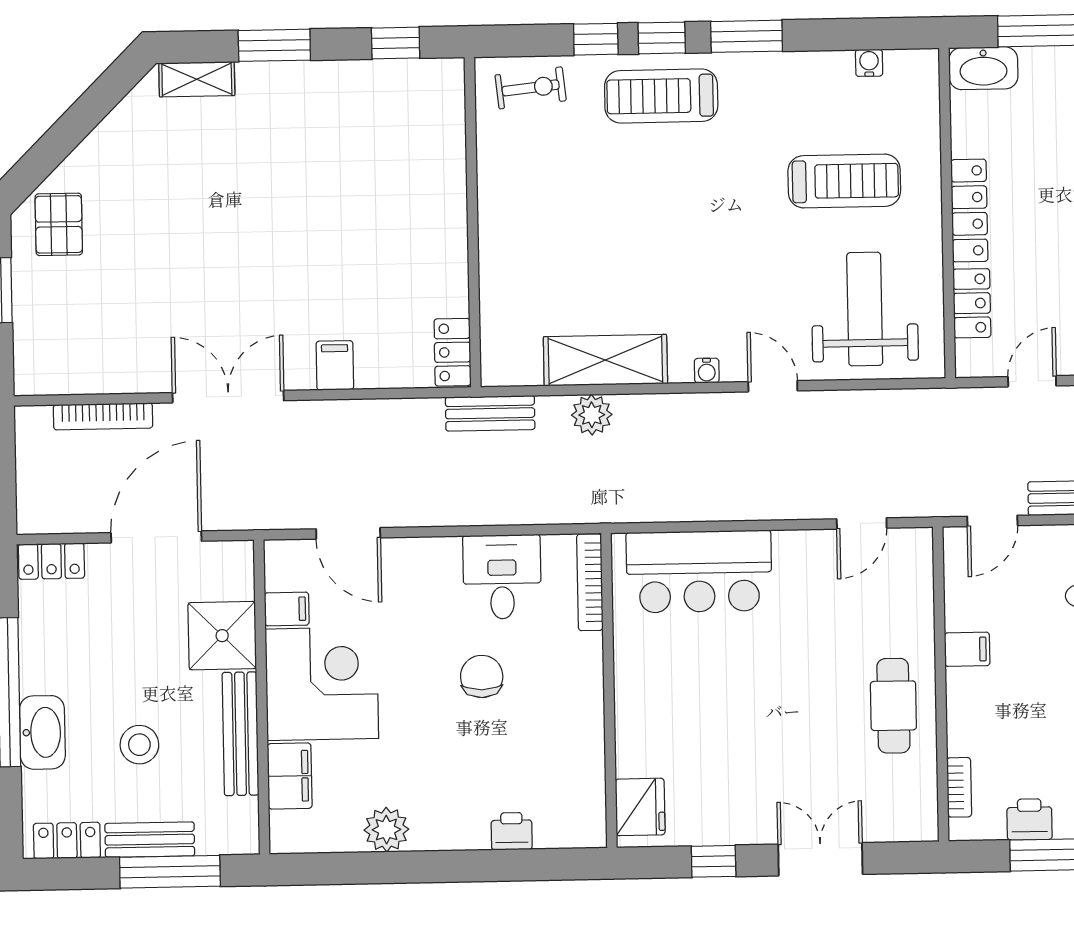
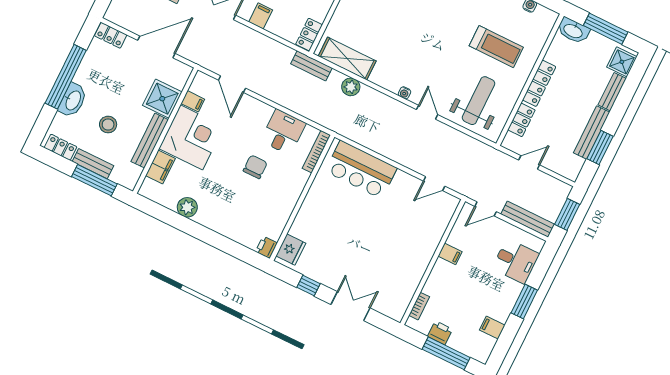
shelving: (605, 360) -> (347, 59), moved
cafe table: (893, 706) -> (410, 261), removed
printer: (512, 831) -> (266, 247), moved, turned -90

